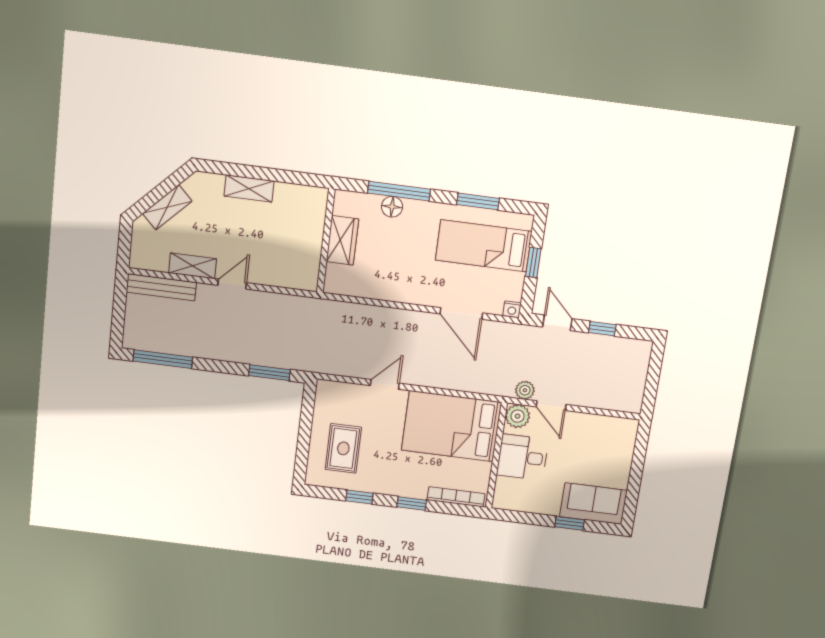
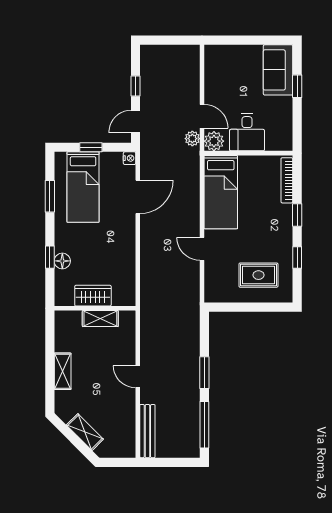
window: (399, 191) -> (50, 257), width x0.46
shelving: (193, 266) -> (100, 319), moved, turned 90
window: (269, 373) -> (204, 373), moved
door: (551, 406) -> (202, 116), hinge flipped
bed: (451, 426) -> (221, 192), width x0.67

